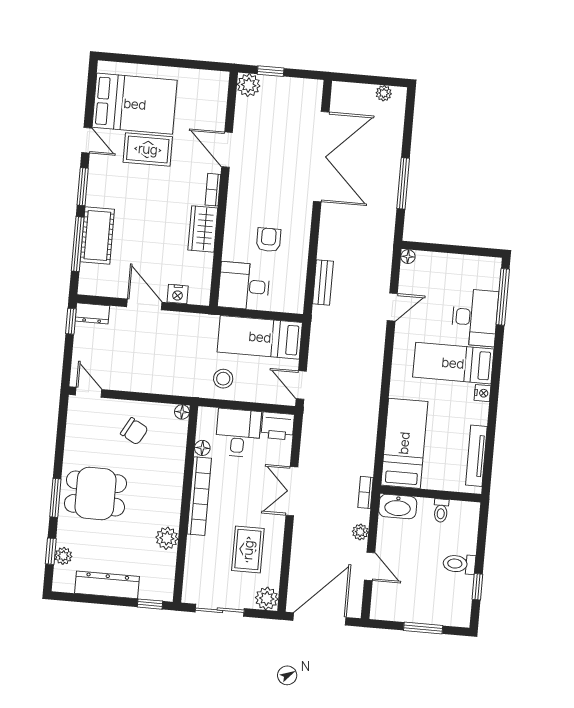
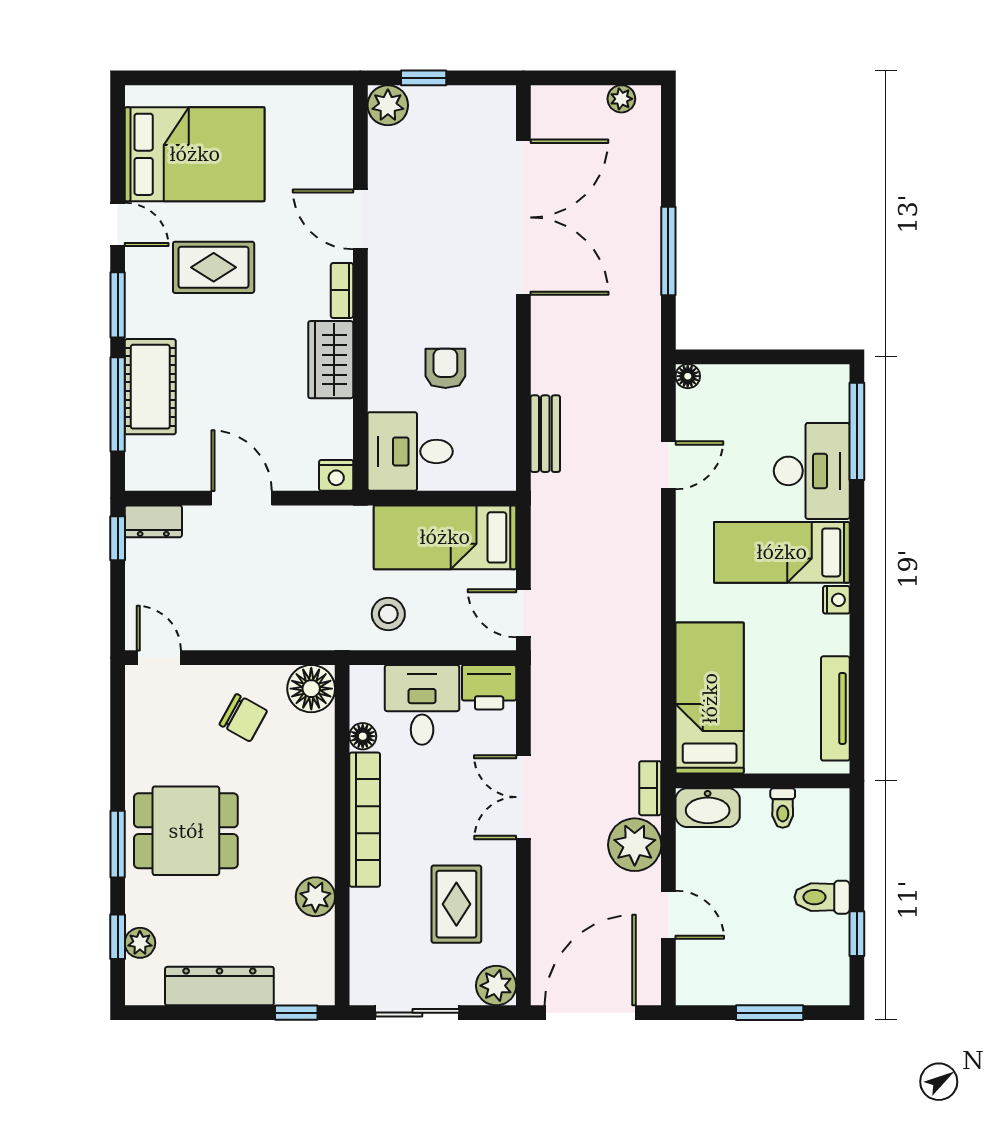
rug: (148, 149) -> (214, 267), moved
nightstand: (178, 294) -> (336, 475), moved
floor lamp: (182, 412) -> (311, 689), width x1.89, depth x1.89
plant: (360, 532) -> (635, 845), width x1.88, depth x1.88

